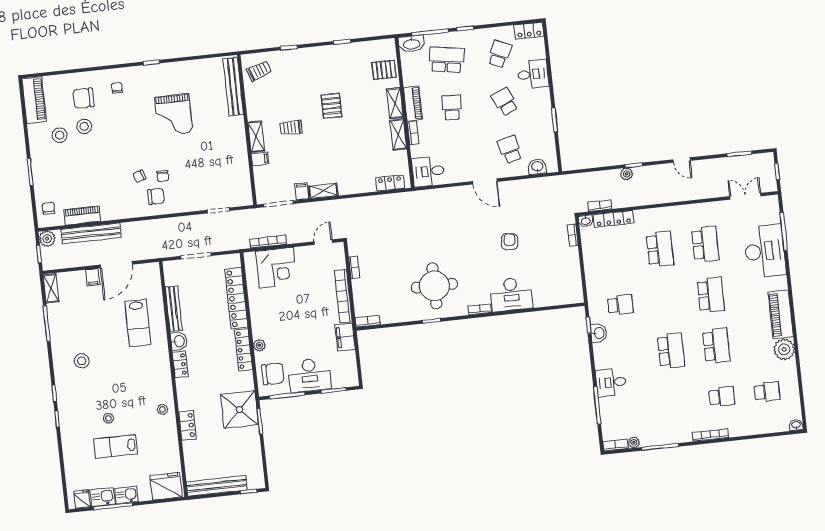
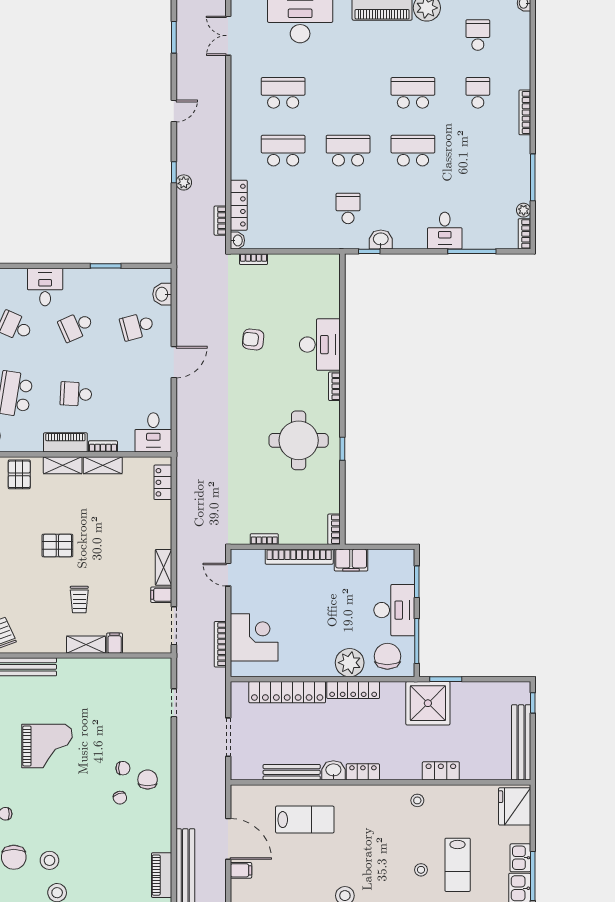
school desk: (711, 295) -> (348, 151), moved
plant: (259, 345) -> (350, 663), width x1.88, depth x1.88

